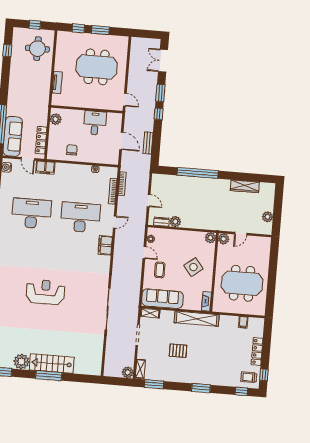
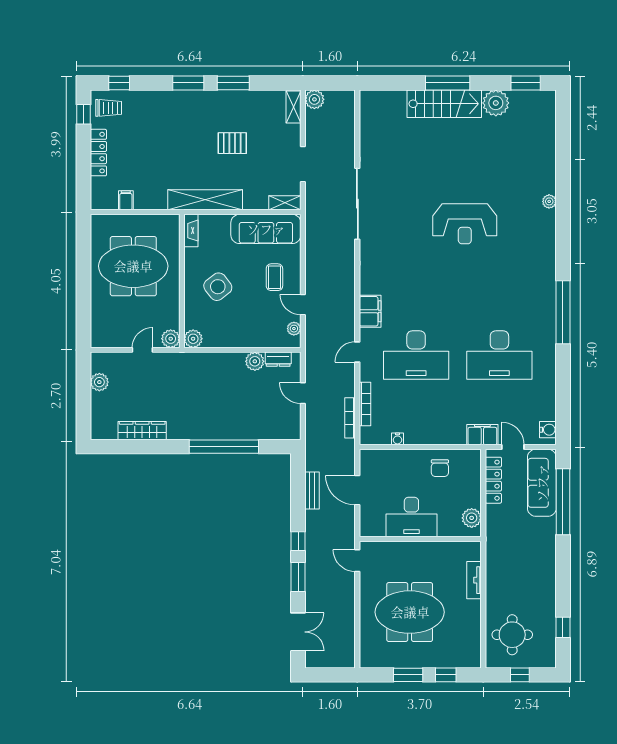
desk: (95, 123) -> (411, 517), width x1.37
window: (154, 384) -> (233, 83), moved

